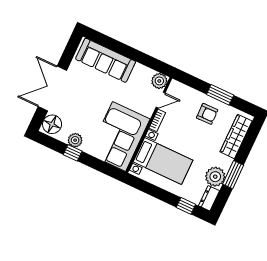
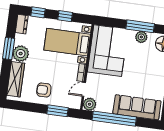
window: (136, 55) -> (114, 119), added
window: (220, 95) -> (57, 111), moved
window: (73, 153) -> (140, 26), width x2.17
plant: (215, 177) -> (21, 54), moved
window: (156, 192) -> (65, 16), added

